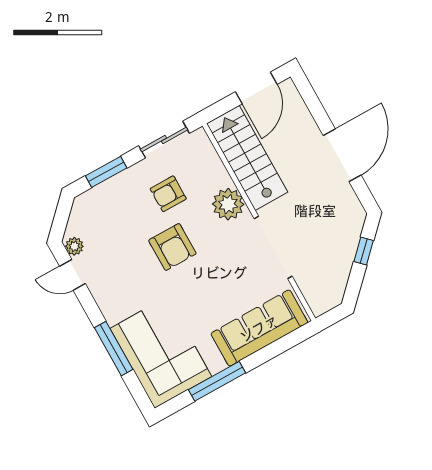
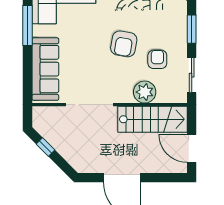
plant: (228, 204) -> (145, 92), moved
armchair: (172, 247) -> (124, 44), turned -80
window: (364, 251) -> (46, 147), moved

